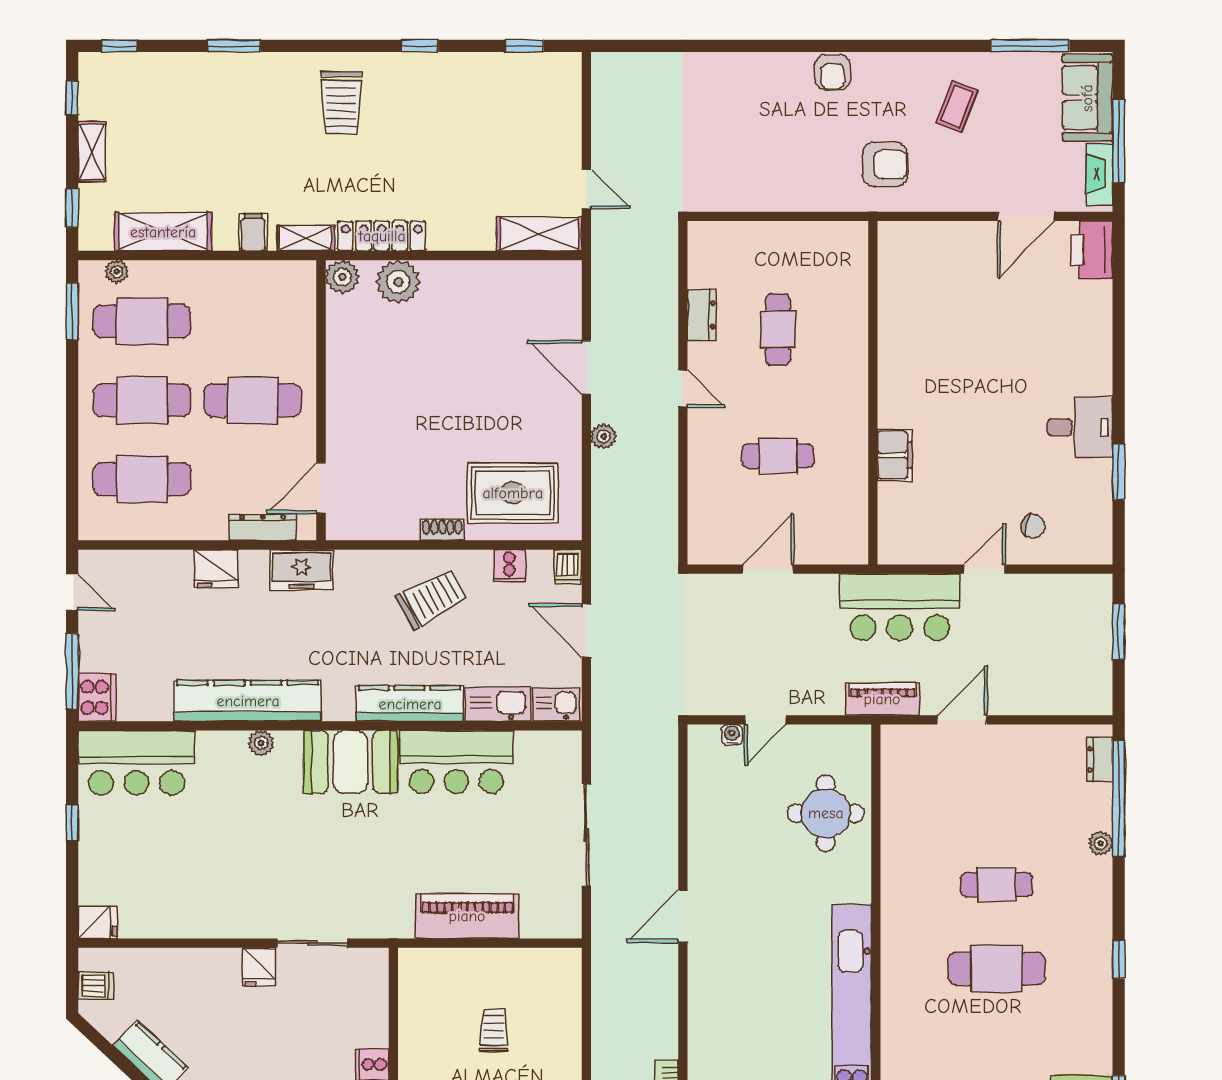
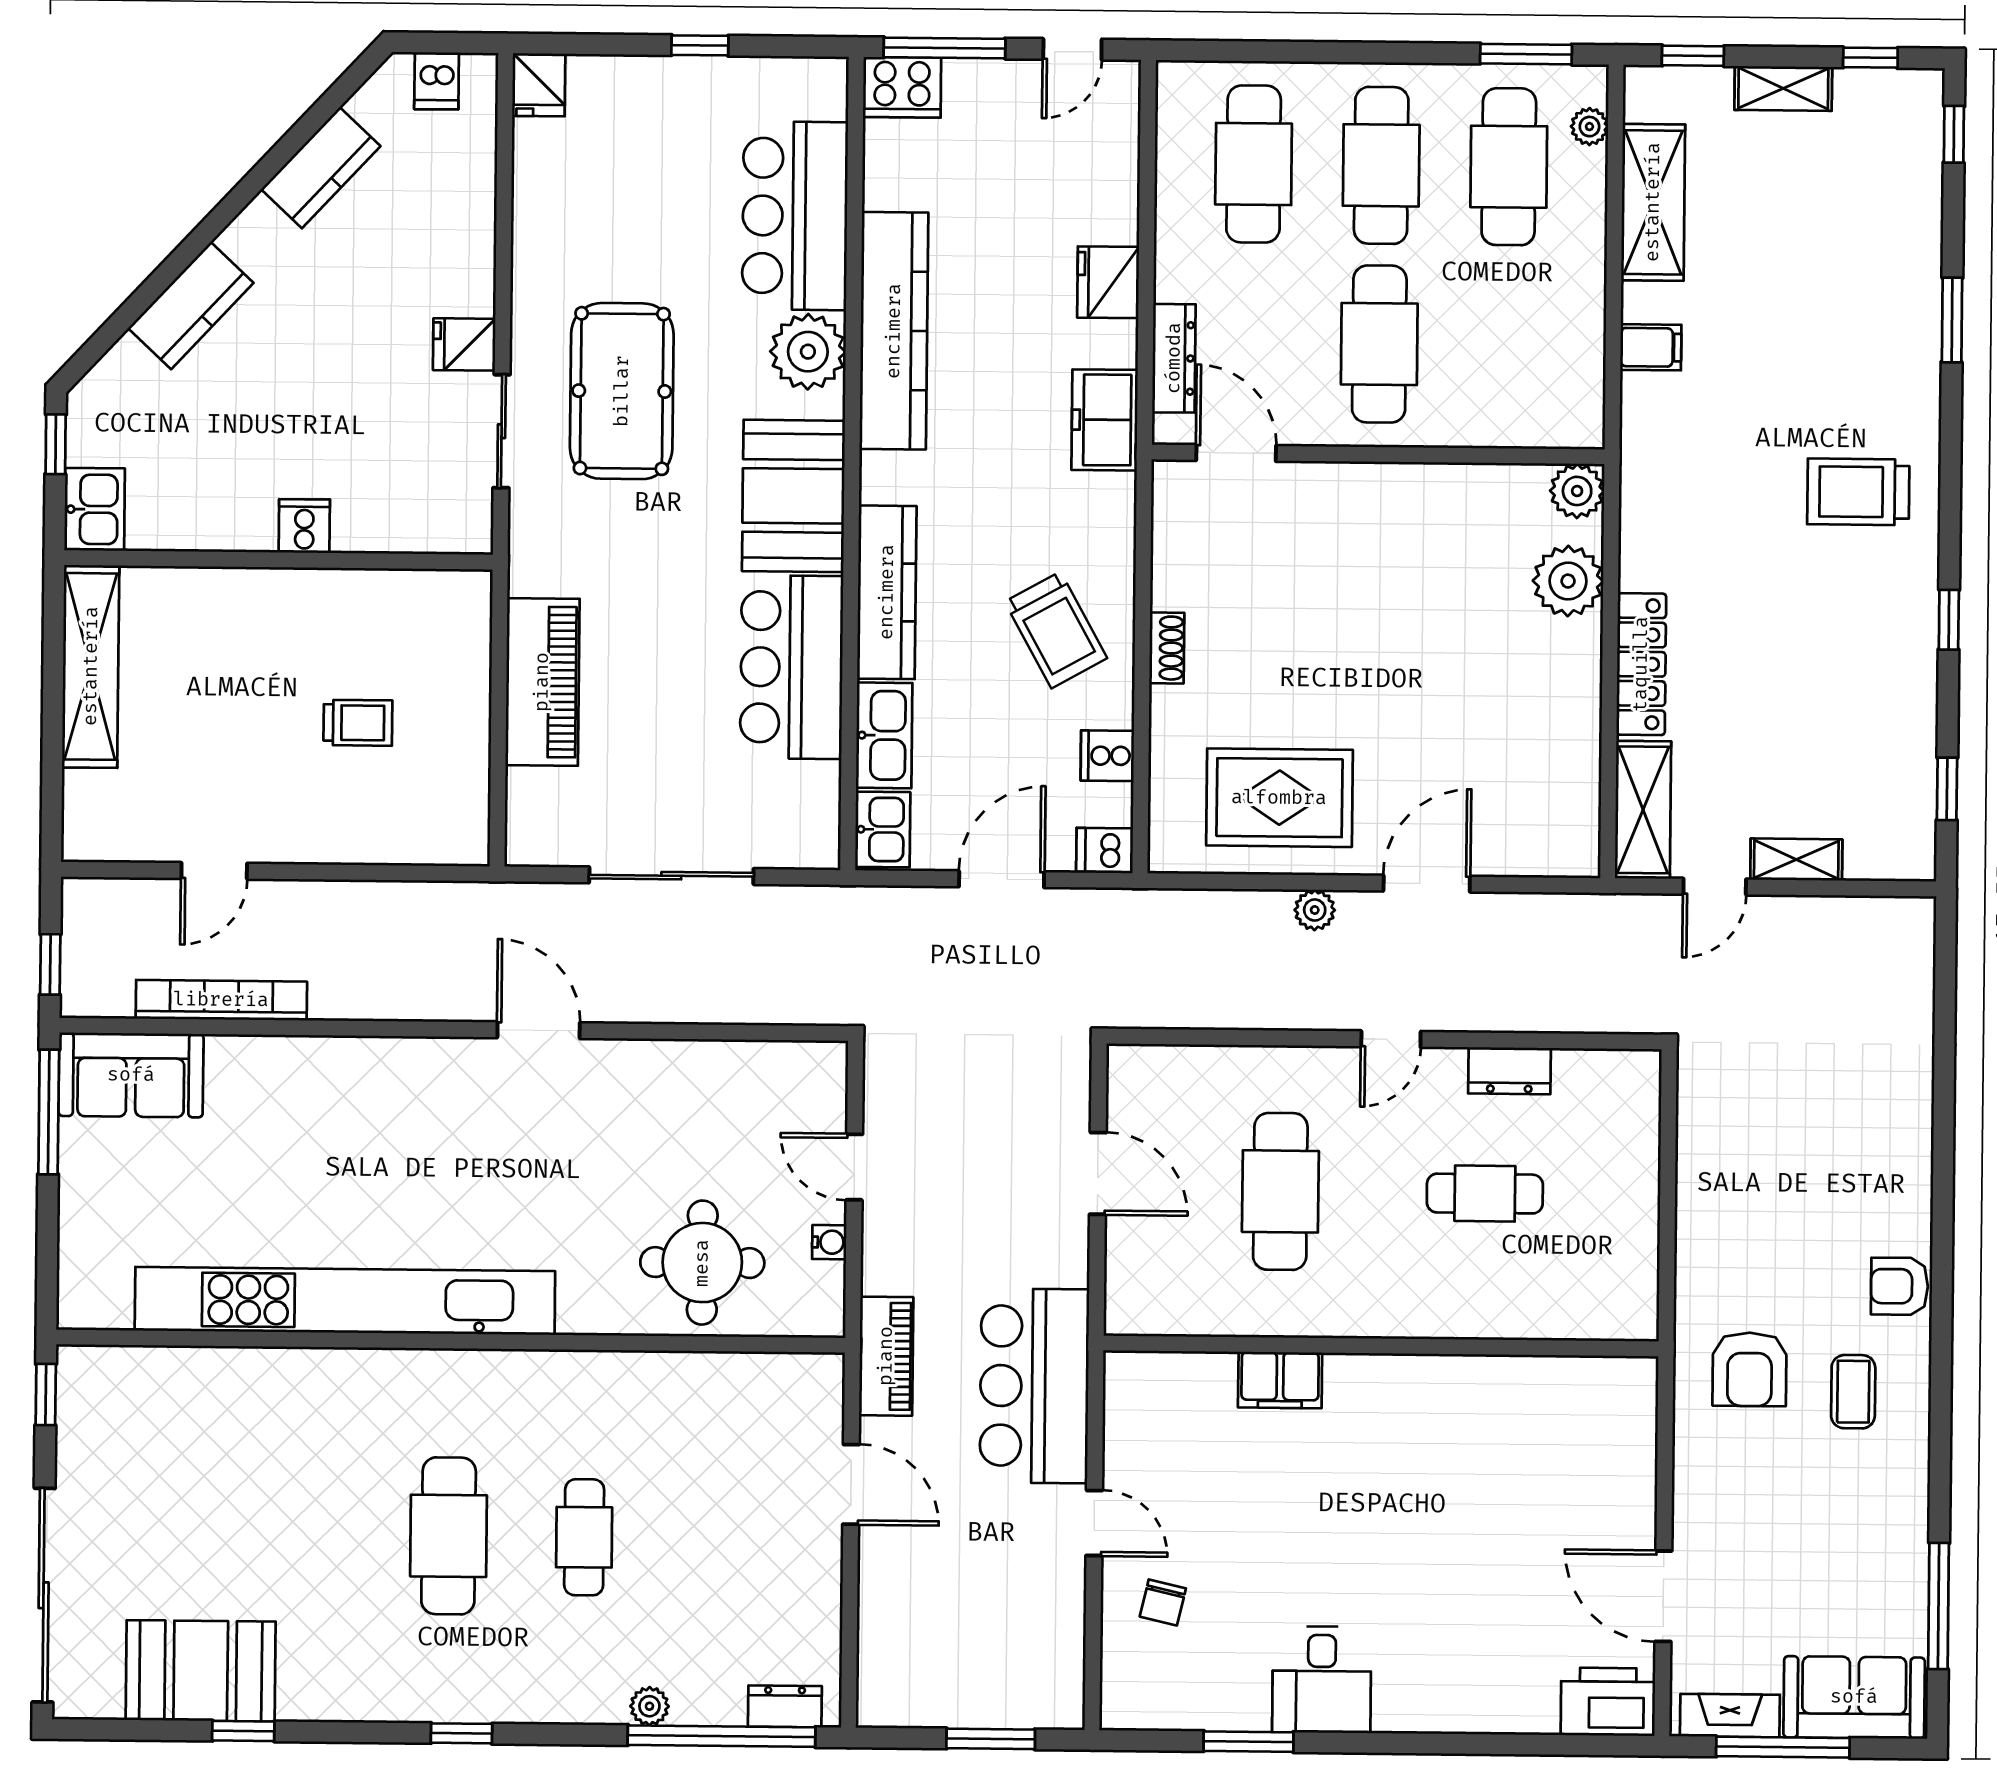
coffee table: (957, 107) -> (1853, 1392), moved, turned 69
locker: (382, 236) -> (1641, 664), moved
shelving: (306, 238) -> (1796, 860), moved, turned 90
cafe table: (778, 456) -> (1280, 1191), width x1.37, depth x1.35
rug: (513, 493) -> (1279, 798), moved, turned 90
water cooler: (732, 735) -> (829, 1242), moved
plant: (261, 743) -> (808, 352), width x1.87, depth x1.87
bar counter: (136, 763) -> (795, 216), moved
pool table: (287, 869) -> (622, 391), added

